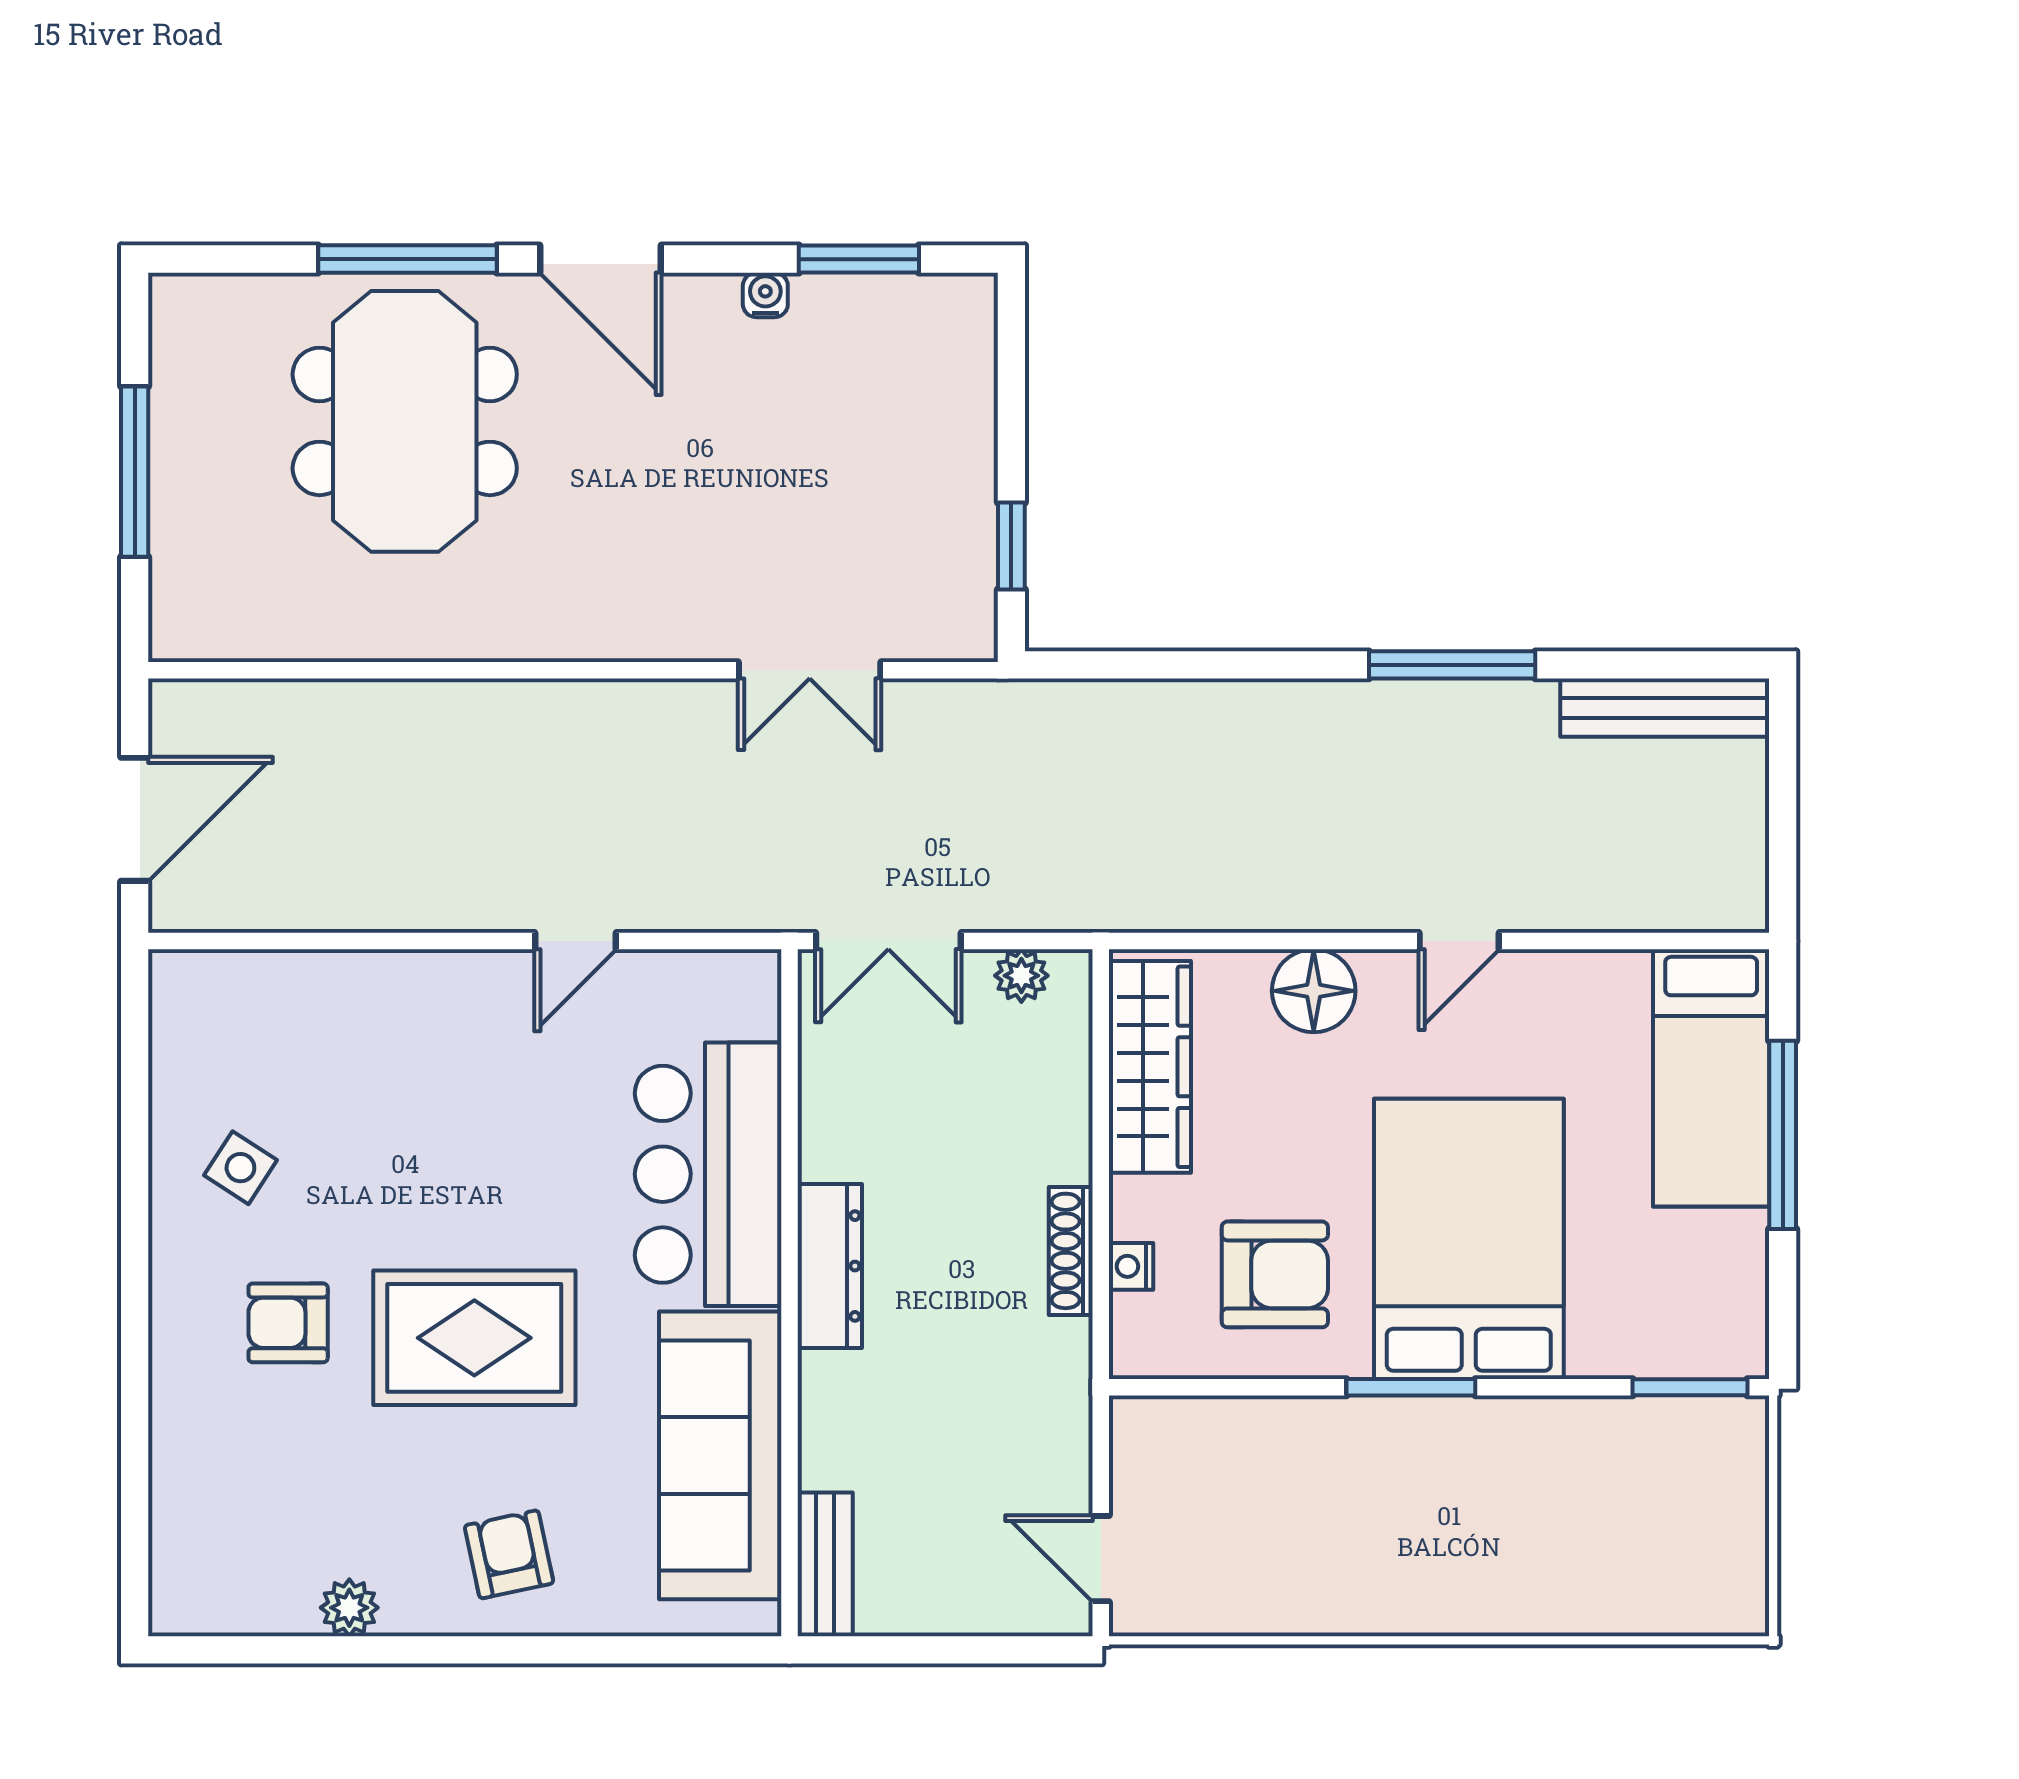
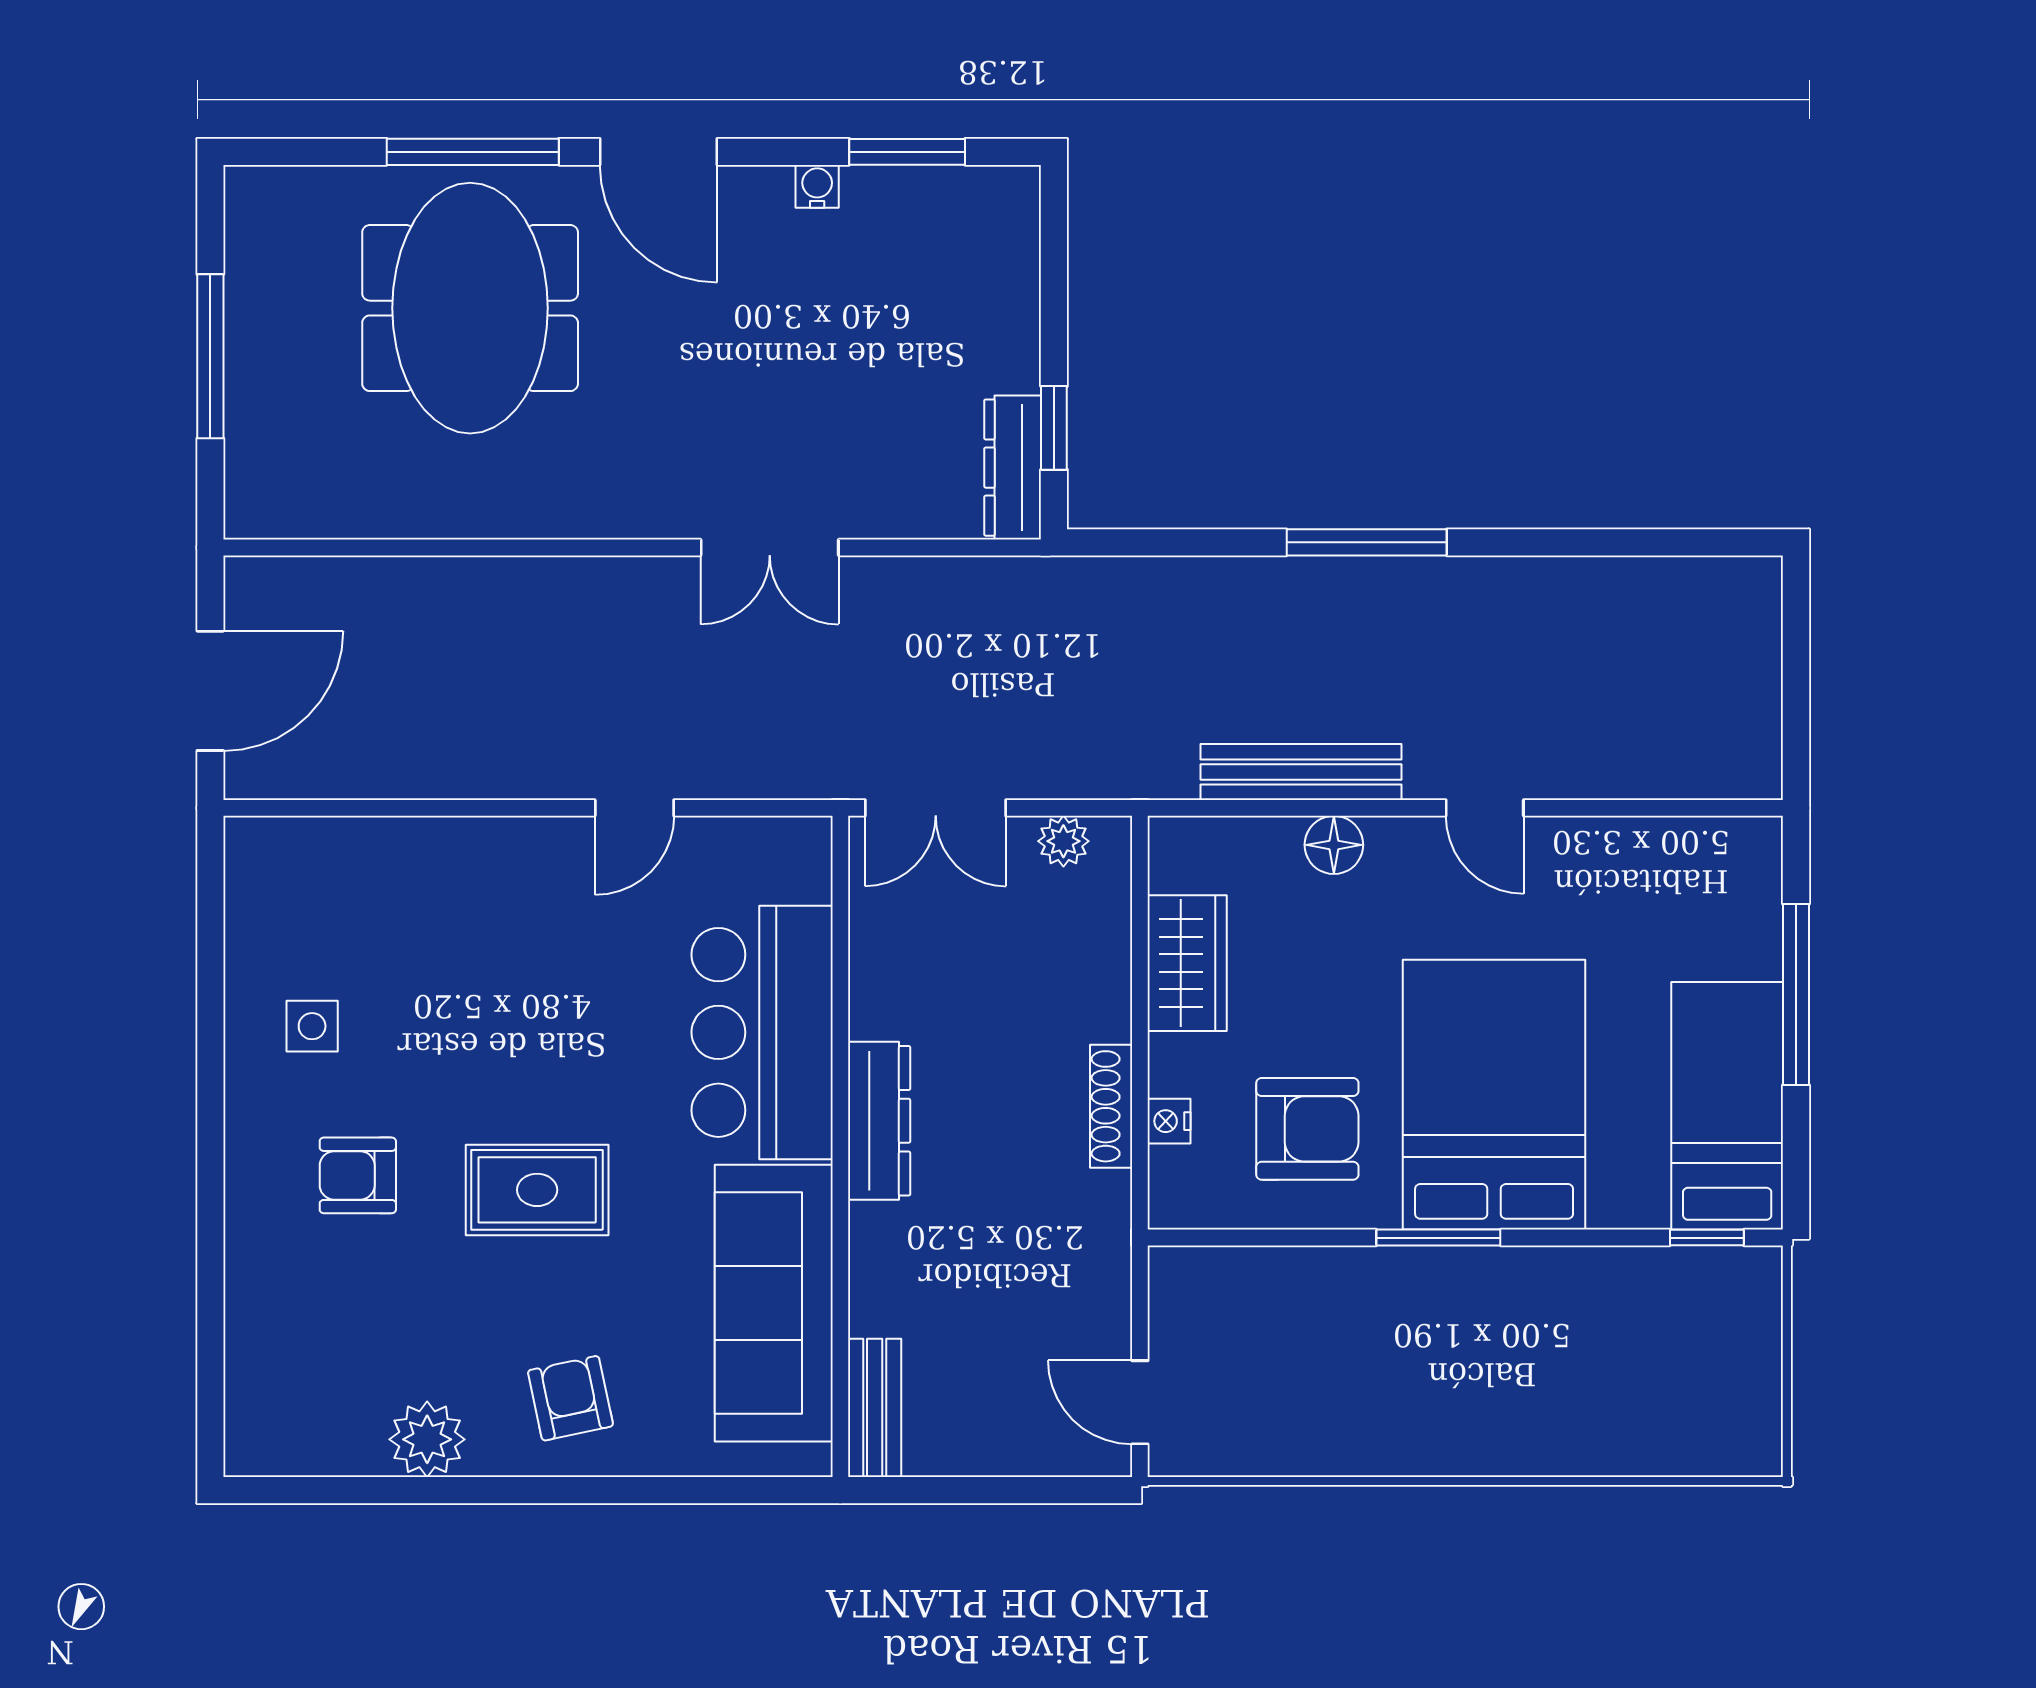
dresser: (969, 587) -> (1013, 468), added
window: (1452, 665) -> (1367, 542), moved
double door: (810, 670) -> (770, 548), moved
bench: (1665, 708) -> (1301, 772), moved
door: (1459, 941) -> (1485, 808), hinge flipped
floor lamp: (1314, 991) -> (1334, 845), width x0.73, depth x0.73
wardrobe: (1150, 1067) -> (1187, 963), width x0.67
bed: (1711, 1078) -> (1727, 1106), moved, turned 180
side table: (240, 1168) -> (312, 1026), turned -33
rug: (474, 1338) -> (537, 1190), width x0.73, depth x0.70
window: (1690, 1387) -> (1707, 1238), width x0.67
plant: (349, 1608) -> (427, 1439), width x1.38, depth x1.38

